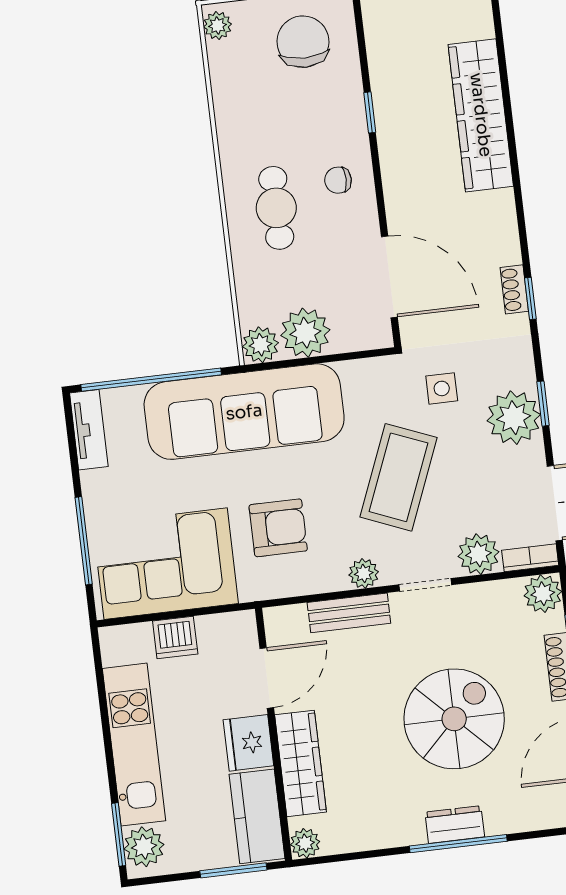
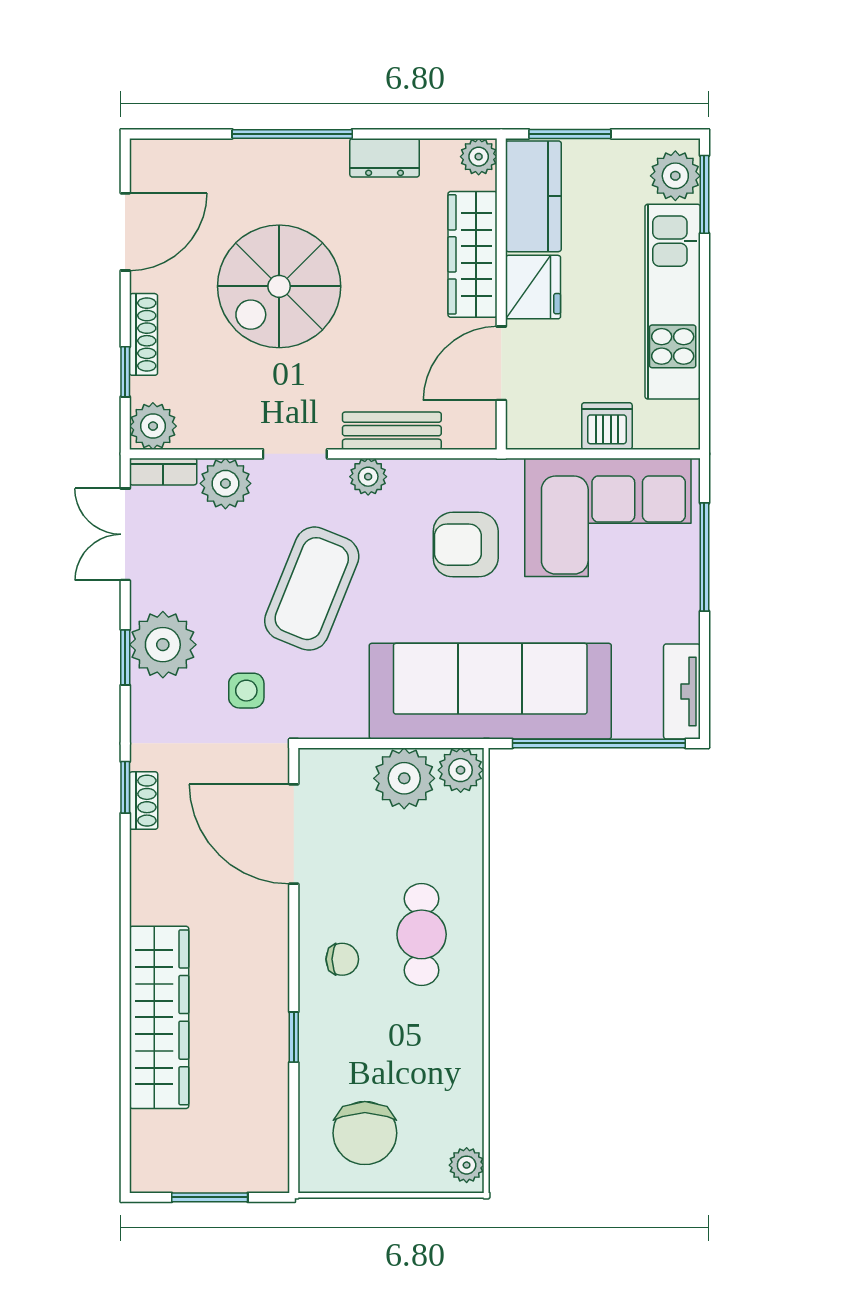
dresser: (455, 824) -> (385, 158), moved

